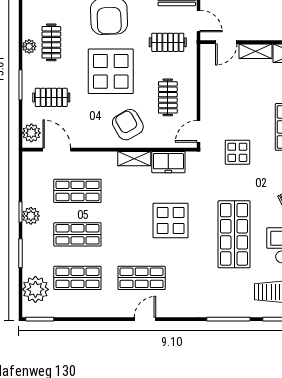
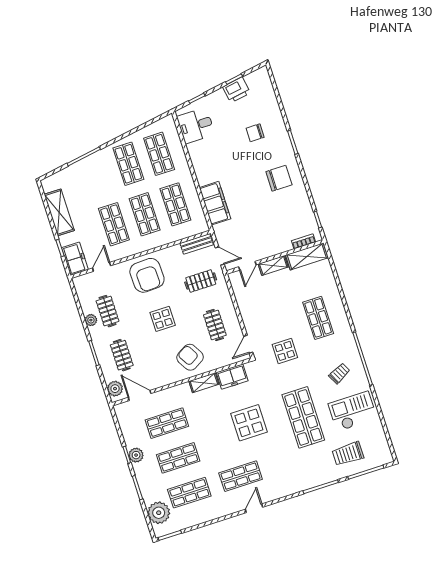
display table: (111, 71) -> (163, 319), width x0.54, depth x0.54
clothes rail: (51, 97) -> (122, 355), turned 90

